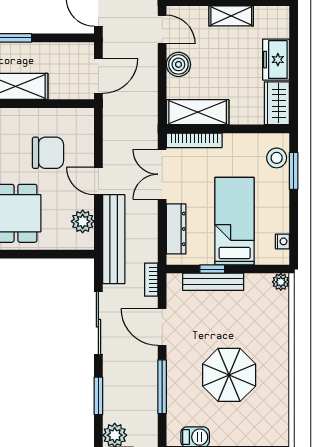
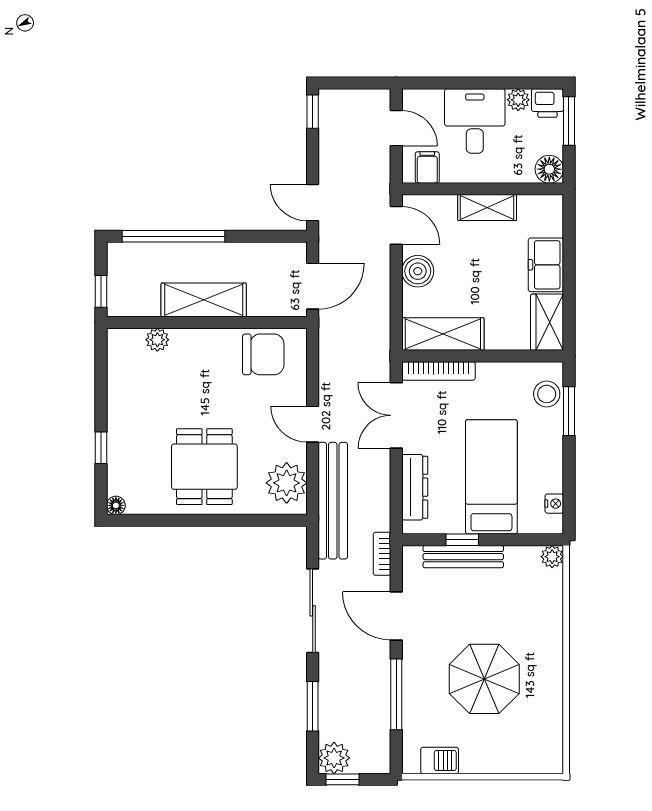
chair: (48, 153) -> (263, 354), moved
plant: (83, 221) -> (287, 483), width x1.36, depth x1.36

